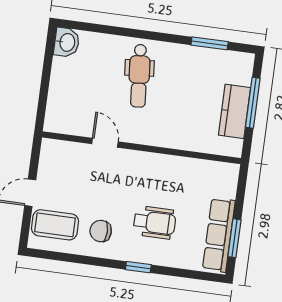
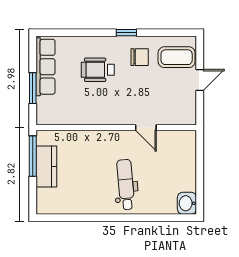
window: (210, 43) -> (73, 218), removed
window: (253, 103) -> (33, 156), moved
window: (234, 238) -> (33, 88), moved
window: (138, 267) -> (126, 33), moved

